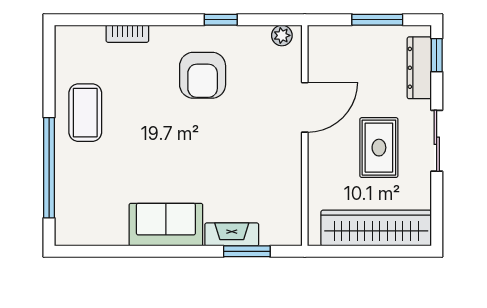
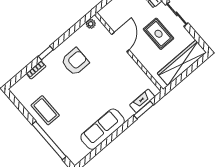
window: (221, 20) -> (46, 53), moved
armchair: (203, 75) -> (75, 62), turned -90
sofa: (166, 225) -> (103, 129), width x1.36
fireplace: (232, 234) -> (142, 101), moved

